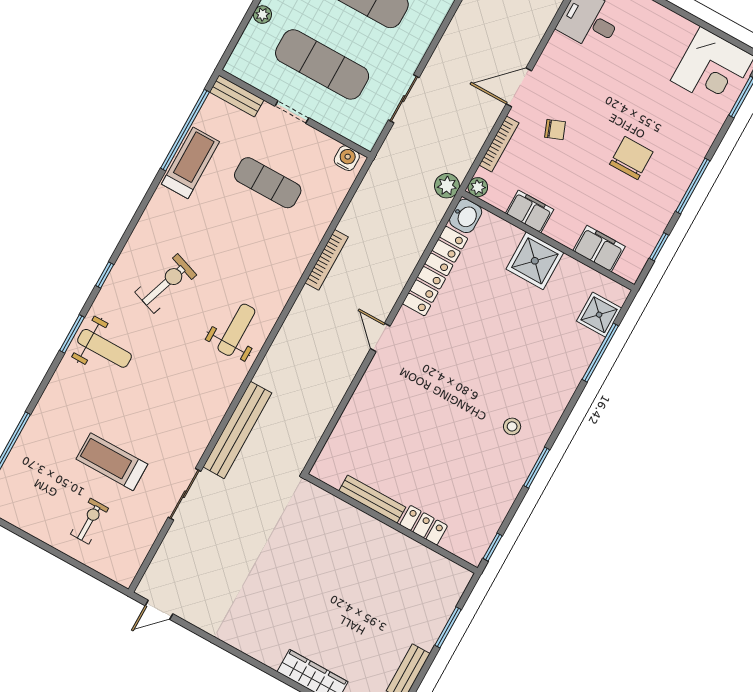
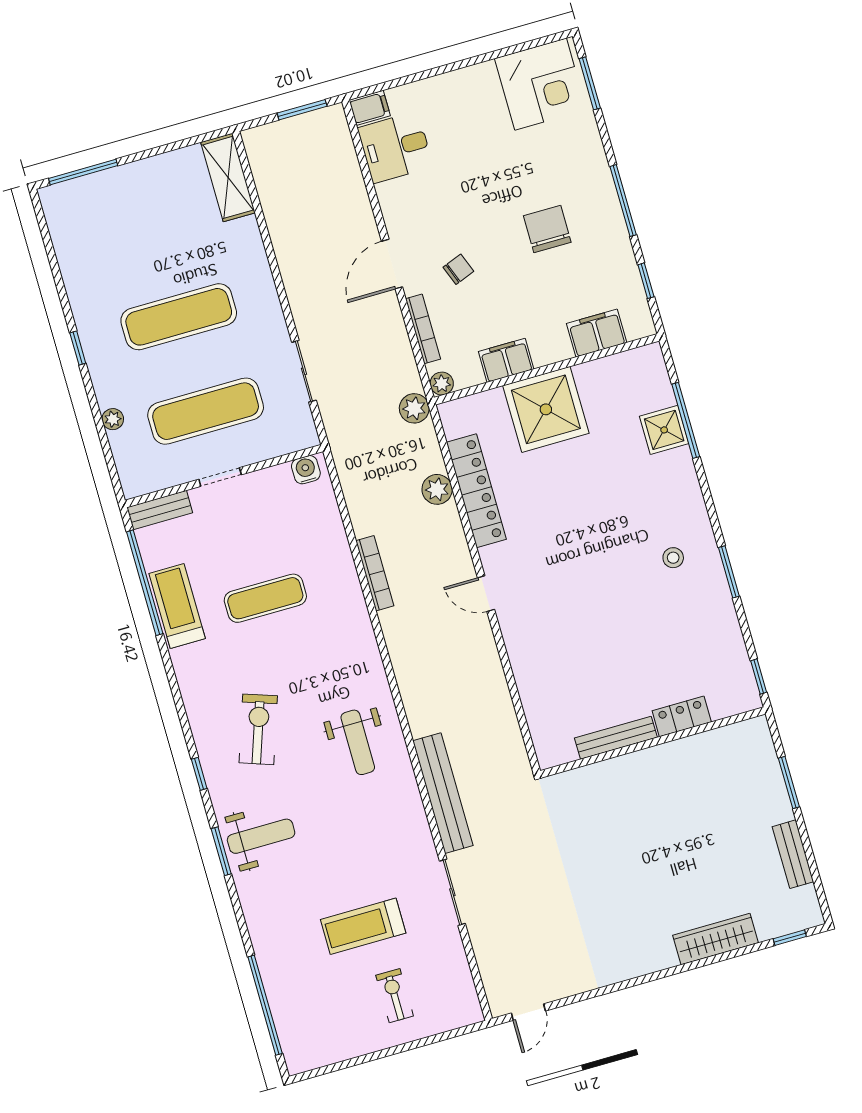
exercise mat: (268, 183) -> (265, 598), moved
washbasin: (466, 216) -> (456, 418), removed
plant: (413, 247) -> (437, 489), added
shower: (535, 261) -> (546, 409), width x1.37, depth x1.37
shower: (599, 315) -> (664, 430), moved
weight bench: (236, 330) -> (358, 742), moved, turned 180

